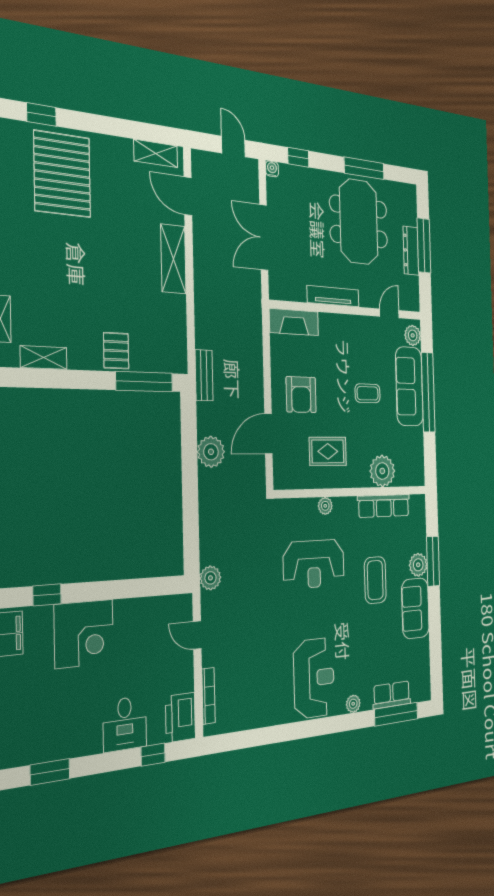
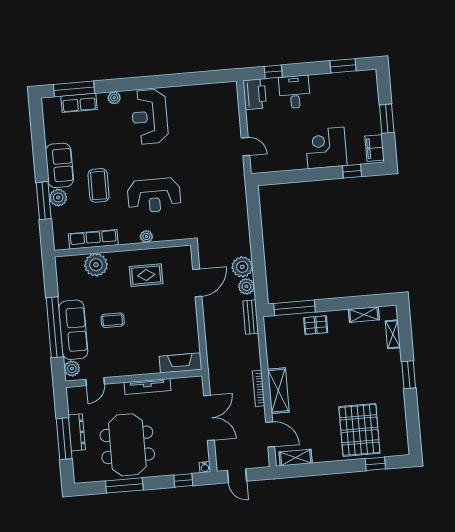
pallet: (116, 351) -> (316, 325), turned 90
armchair: (301, 395) -> (171, 313), removed
reception desk: (314, 564) -> (154, 195), turned 180
plant: (210, 578) -> (246, 286), moved
bookcase: (209, 696) -> (259, 388), moved

